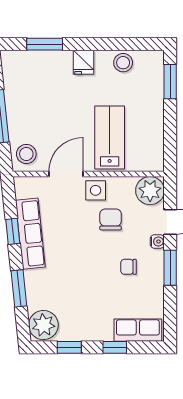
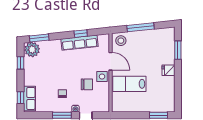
stool: (123, 63) -> (168, 91), removed
lab bench: (110, 137) -> (129, 84), turned 180
plant: (150, 191) -> (102, 105), removed
window: (19, 288) -> (39, 38), moved
window: (115, 347) -> (21, 98), moved

